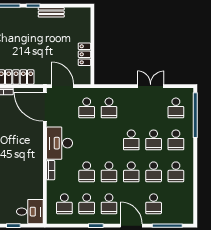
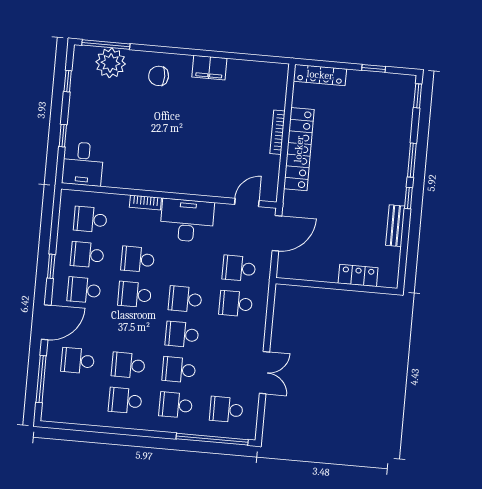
locker: (84, 54) -> (358, 275), moved
door: (45, 107) -> (247, 202), width x0.53
school desk: (131, 172) -> (185, 299), moved

